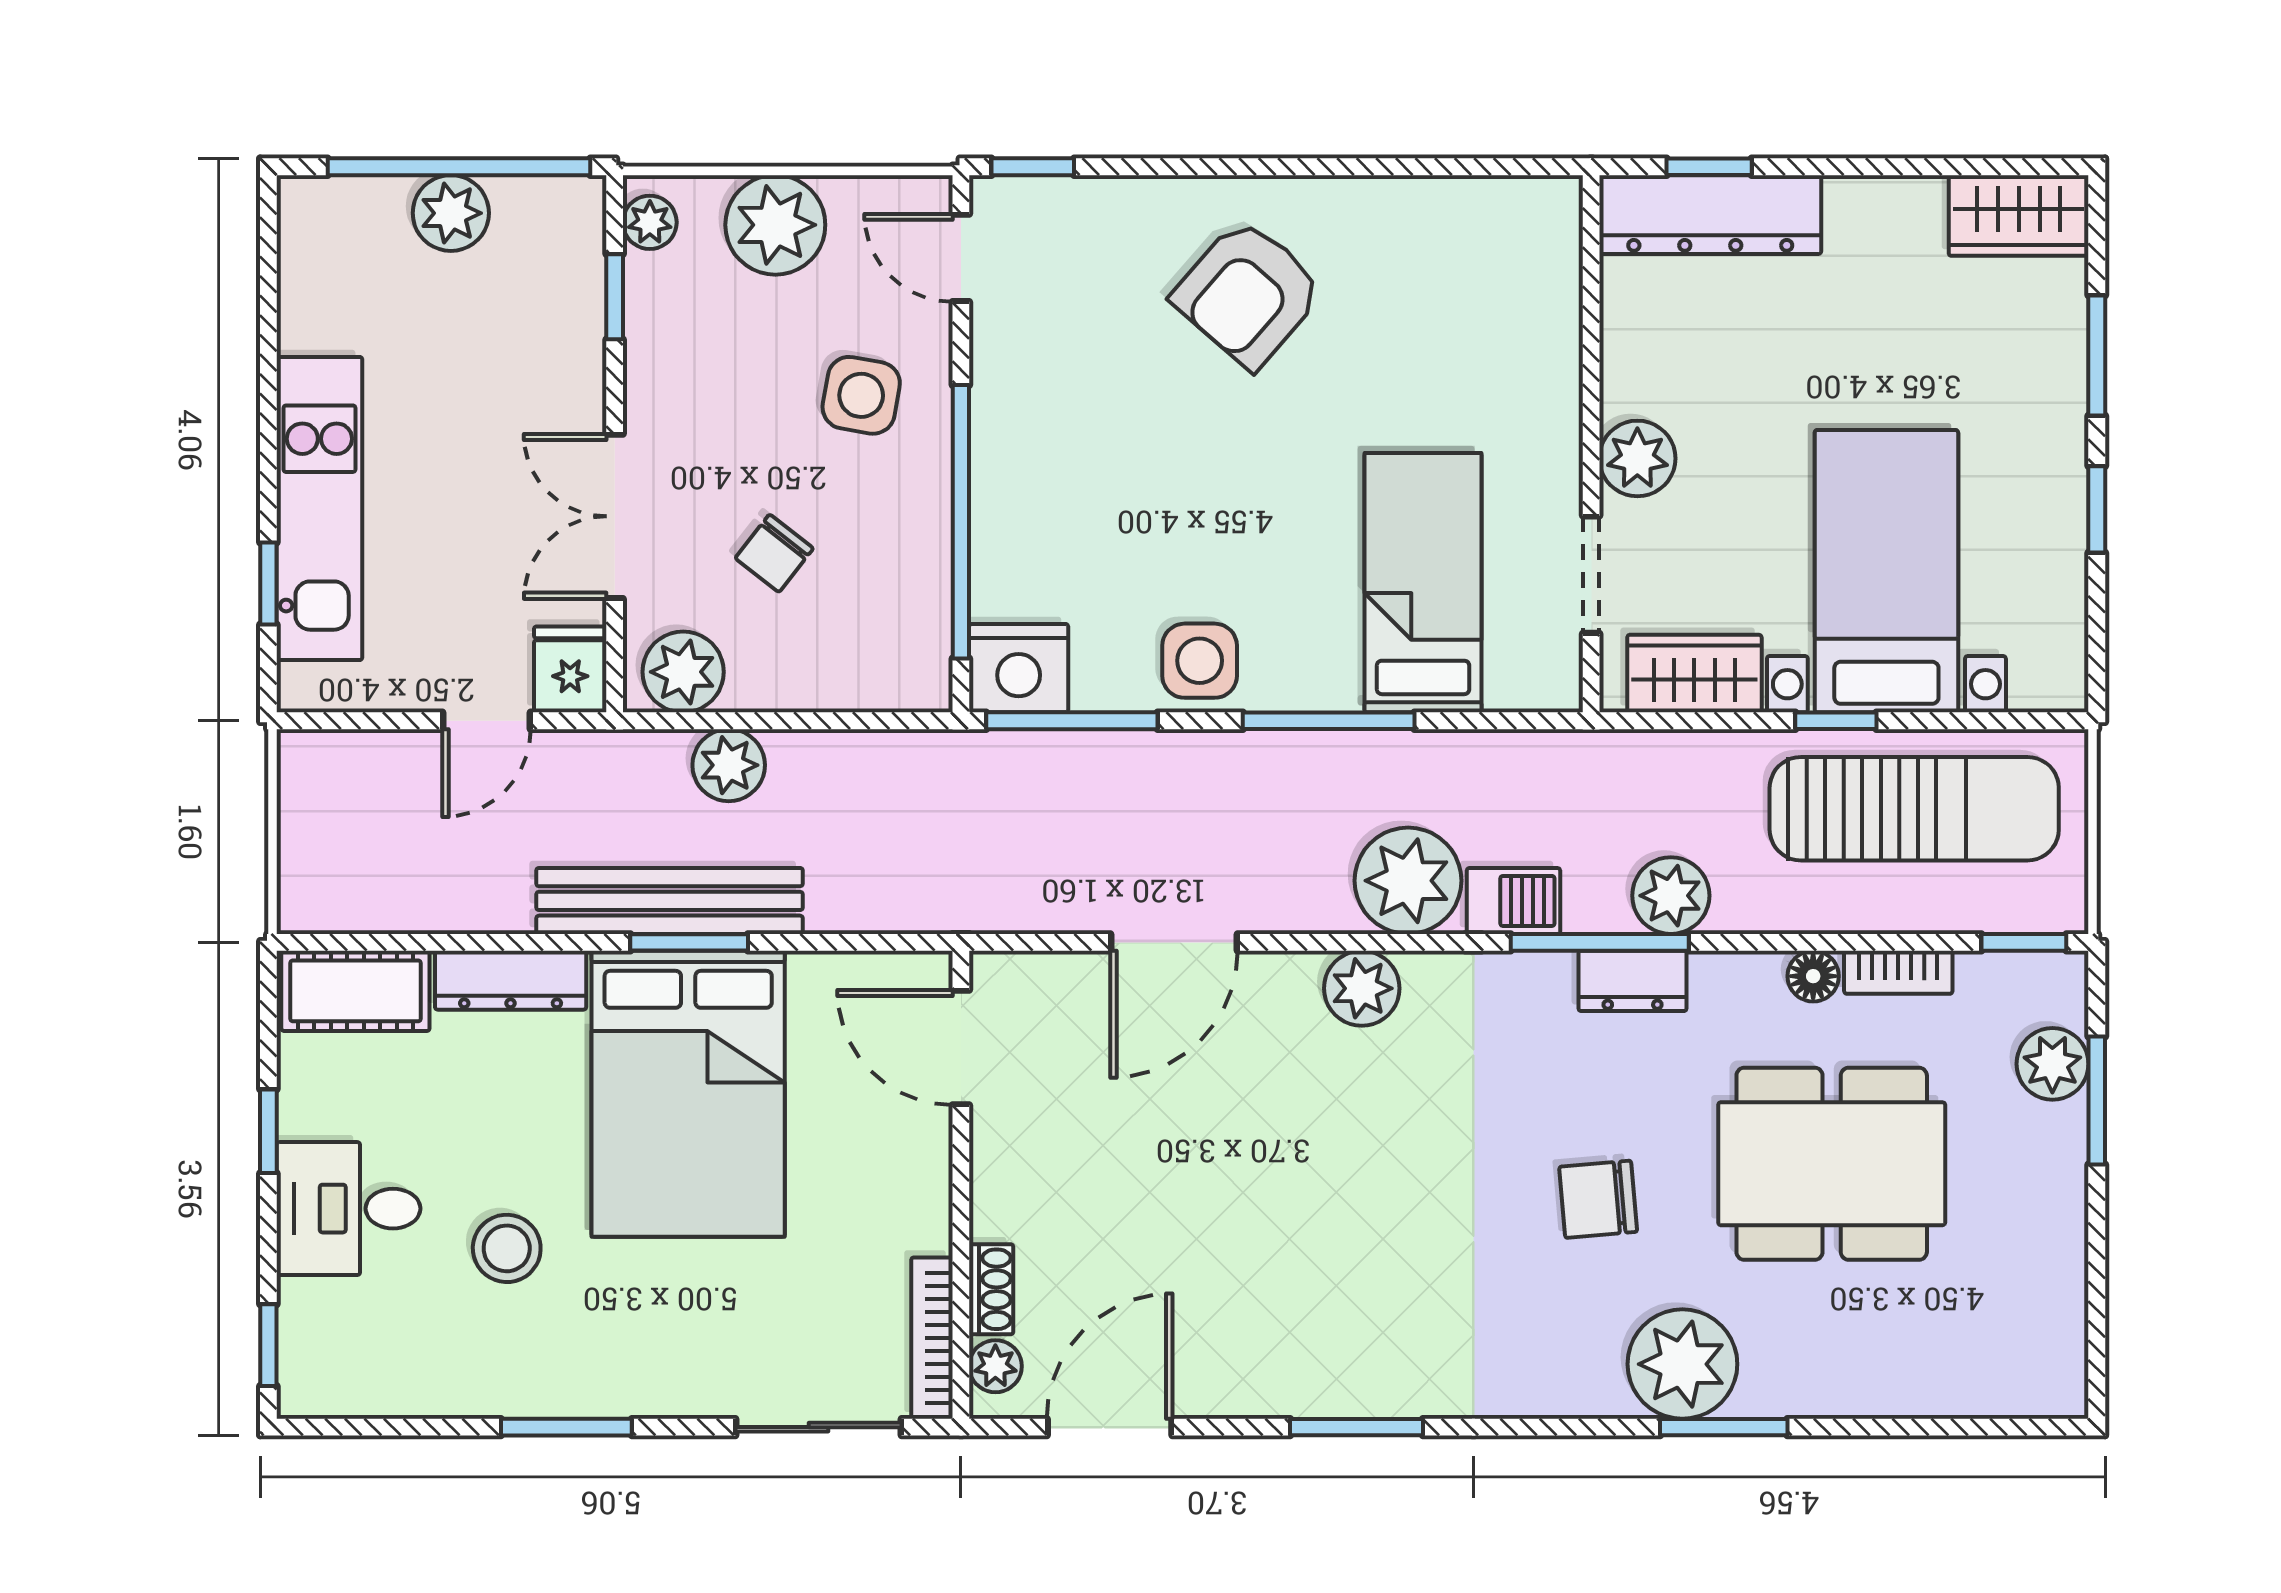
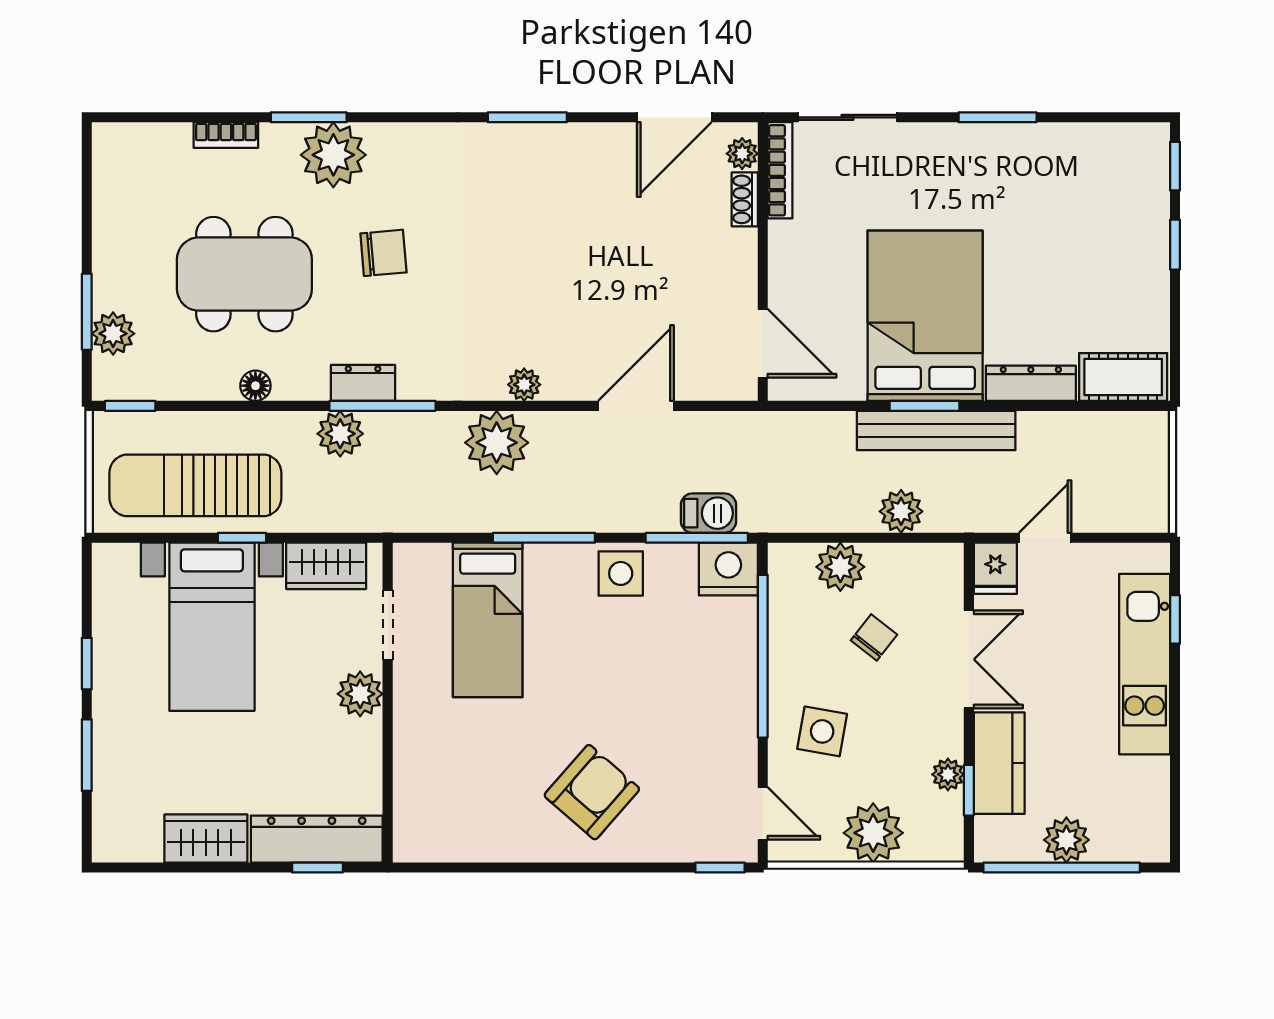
wardrobe: (2019, 215) -> (206, 838), moved
plant: (650, 222) -> (948, 774), moved
kitchen counter: (564, 342) -> (999, 763), added
plant: (683, 672) -> (840, 567), moved
barbecue: (1513, 901) -> (708, 513), moved, turned 180
bookcase: (1898, 972) -> (226, 135), moved, turned 180
plant: (1362, 988) -> (524, 385), width x0.73, depth x0.73
window: (268, 1131) -> (1175, 245), moved
desk: (348, 1209) -> (1127, 247), removed
stool: (507, 1248) -> (1033, 224), removed

